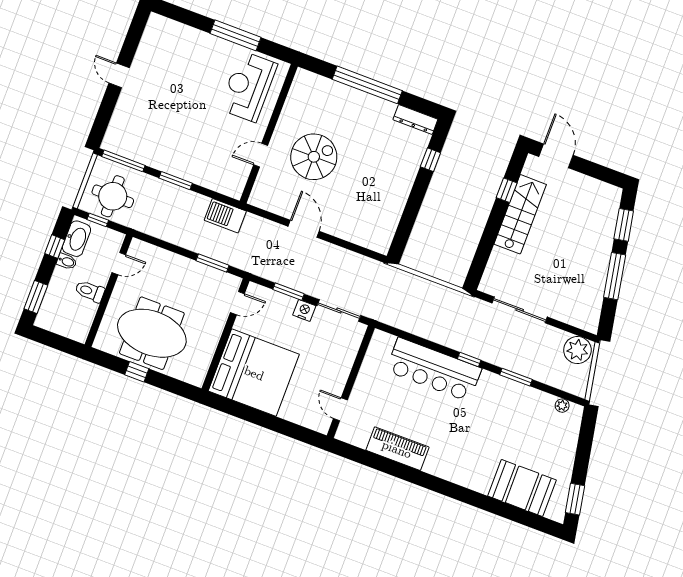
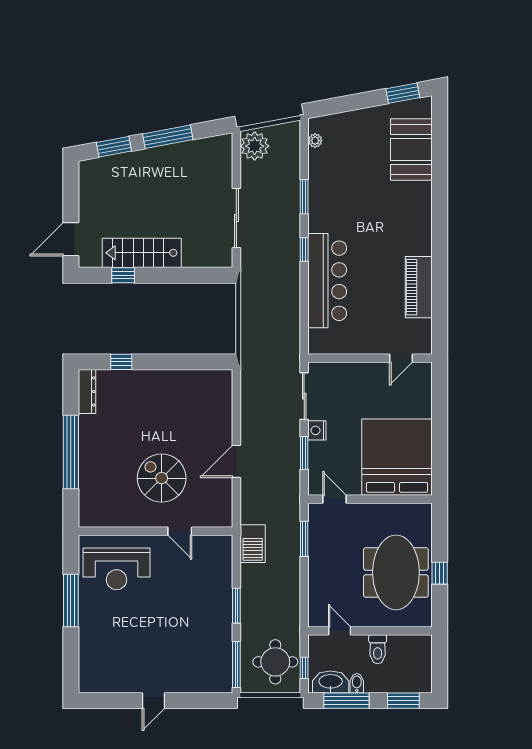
window: (55, 247) -> (346, 701), width x2.17

